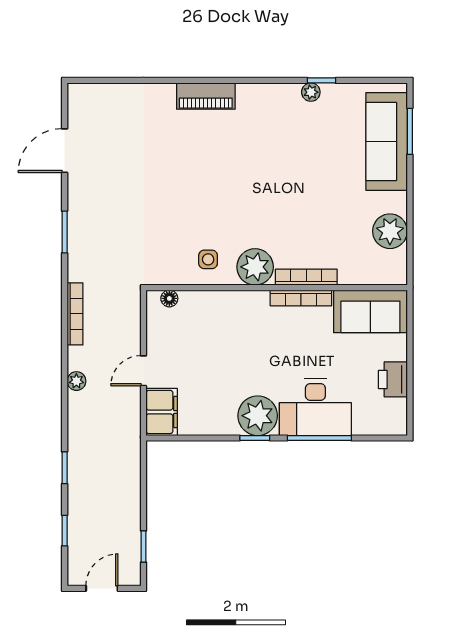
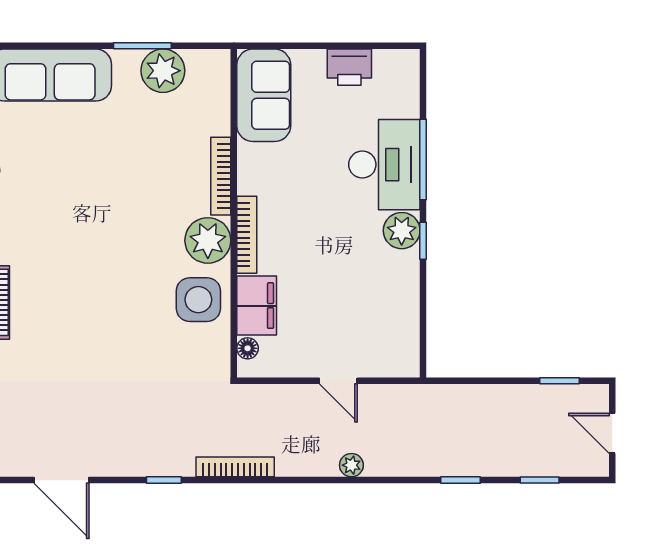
window: (410, 131) -> (142, 46), moved
window: (65, 232) -> (164, 480), width x0.67
side table: (208, 259) -> (198, 300), width x1.87, depth x1.87
bookcase: (301, 298) -> (247, 235), moved
bookcase: (75, 314) -> (235, 467), moved
filing cabinet: (162, 412) -> (257, 306), moved, turned 90
plant: (258, 416) -> (402, 231), width x0.73, depth x0.73

